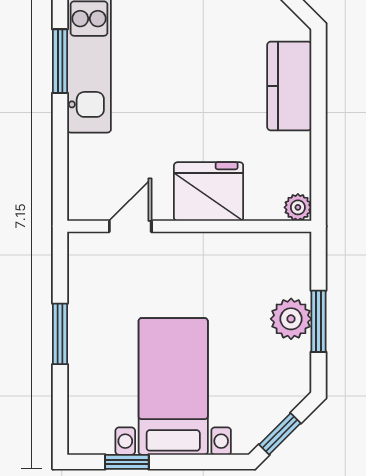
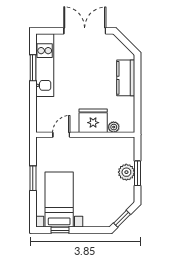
plant: (298, 207) -> (114, 127), moved
bed with nightstands: (173, 386) -> (59, 200), moved

